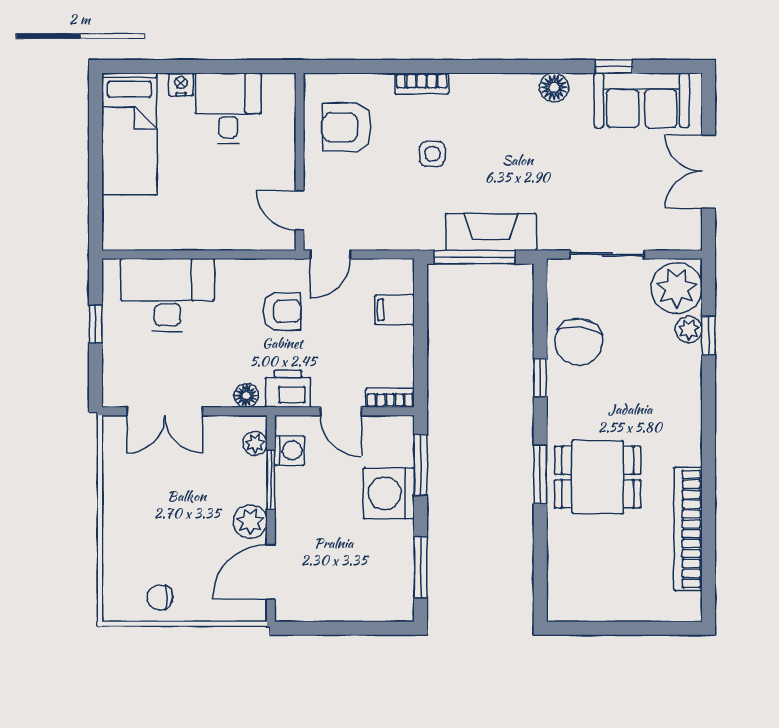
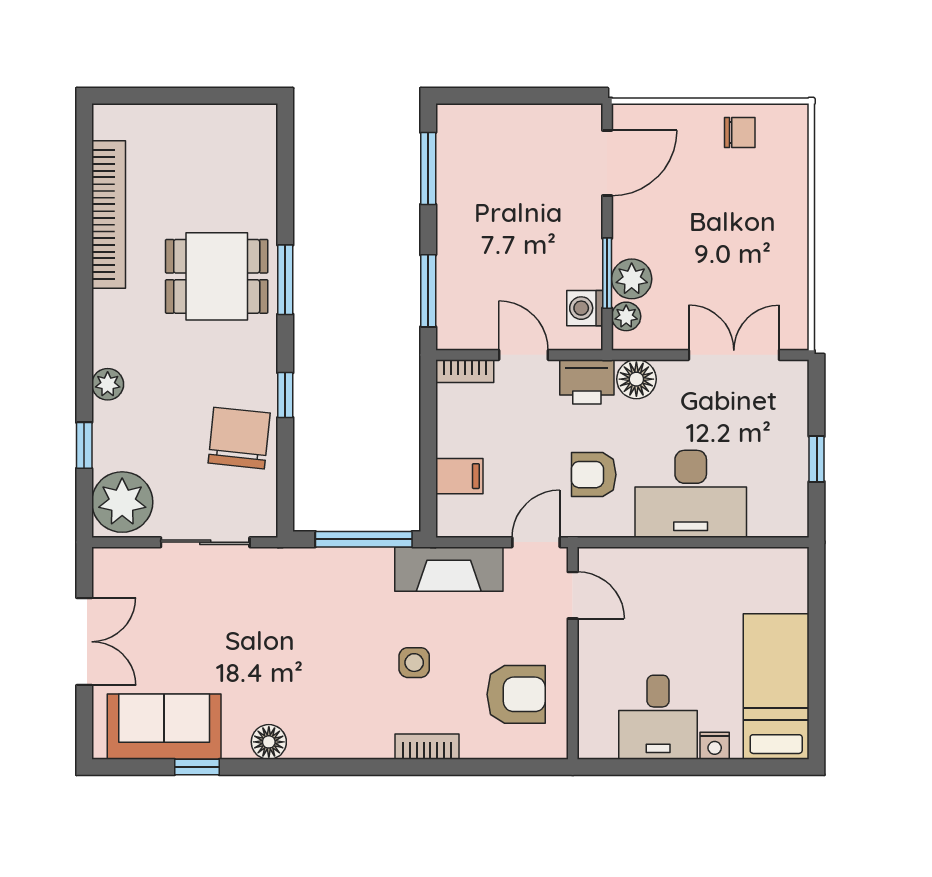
fireplace: (491, 232) -> (449, 569), moved
desk: (167, 295) -> (691, 494), moved
plant: (689, 329) -> (108, 384), moved
floor lamp: (246, 395) -> (636, 379), width x1.37, depth x1.37
washing machine: (389, 493) -> (466, 257), removed
plant: (250, 522) -> (632, 279), moved

